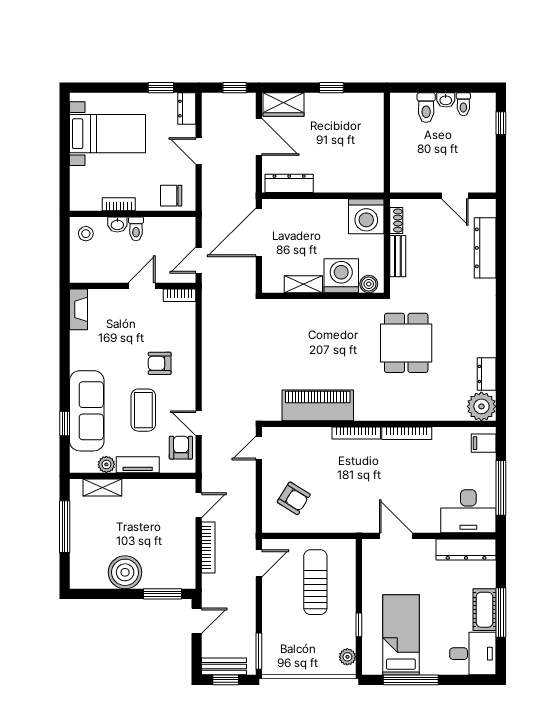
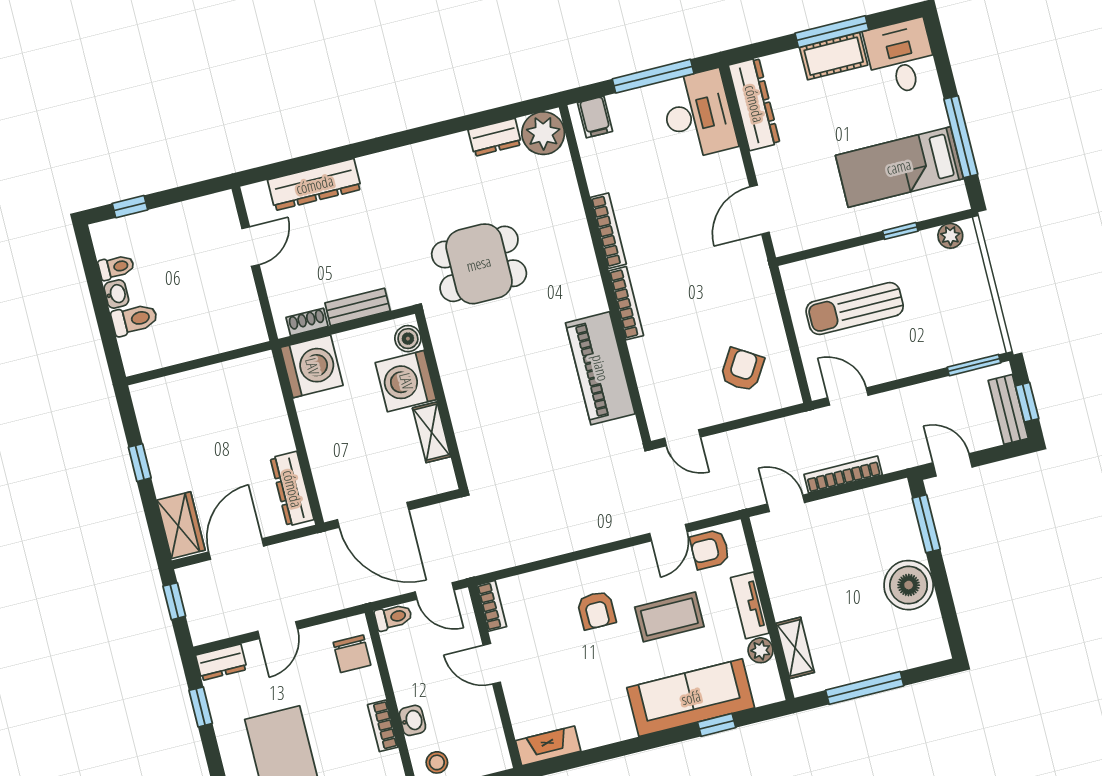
toilet: (136, 229) -> (393, 617), moved

